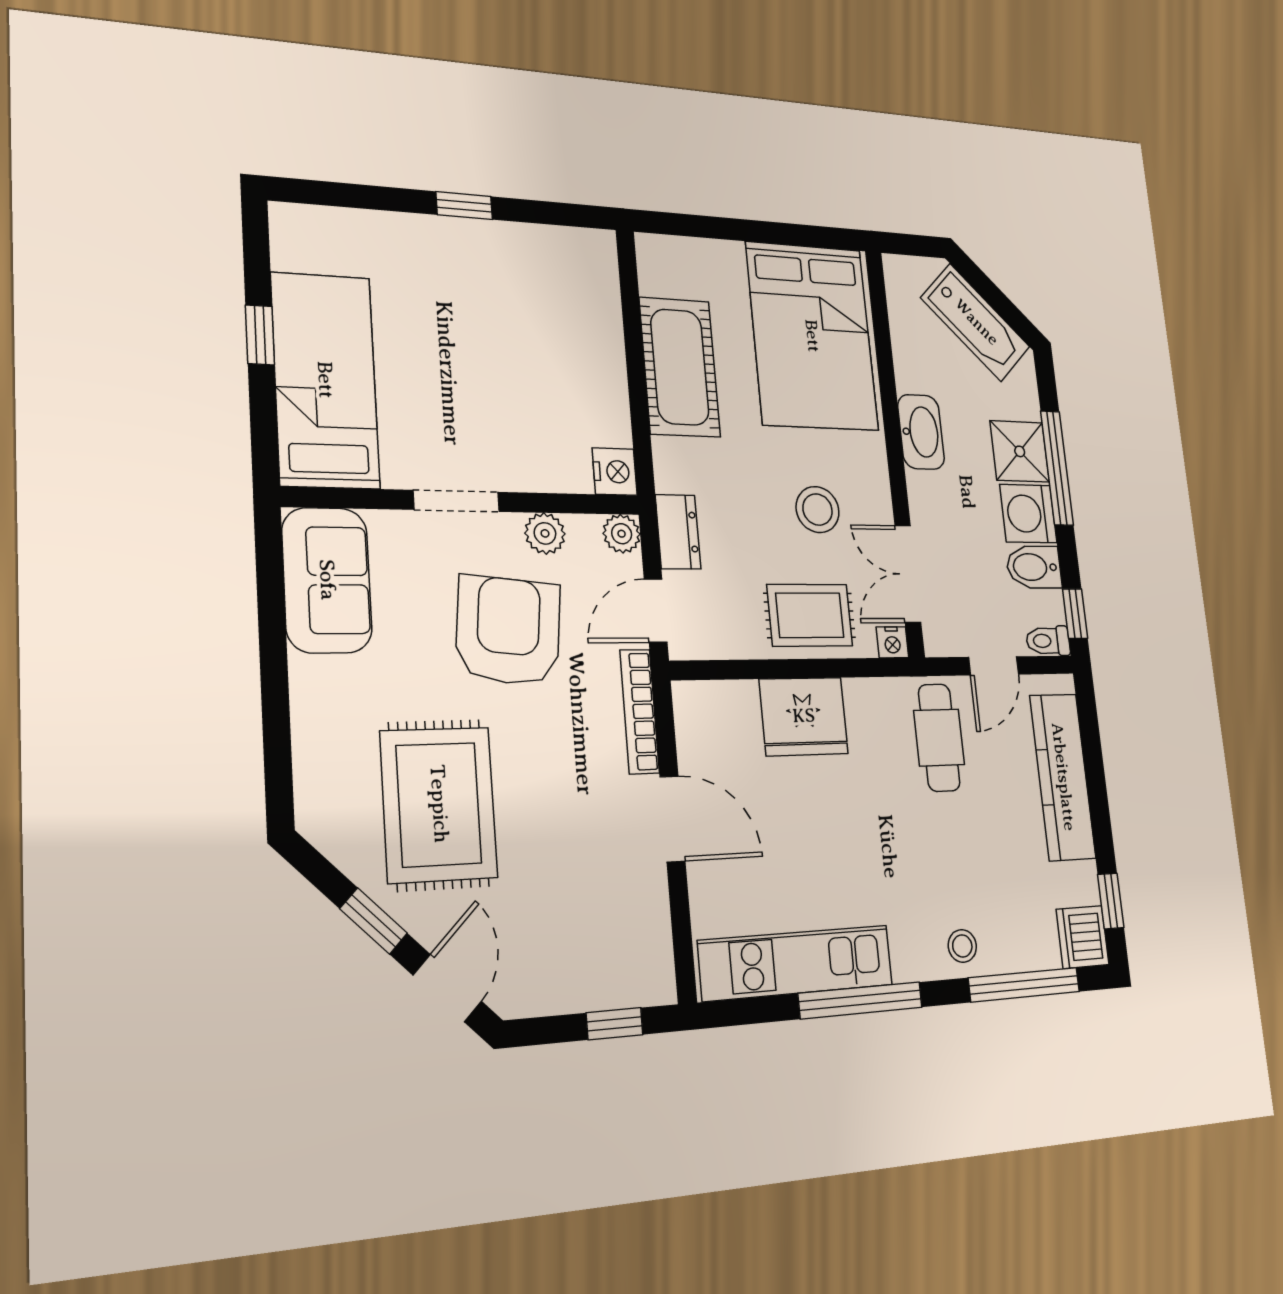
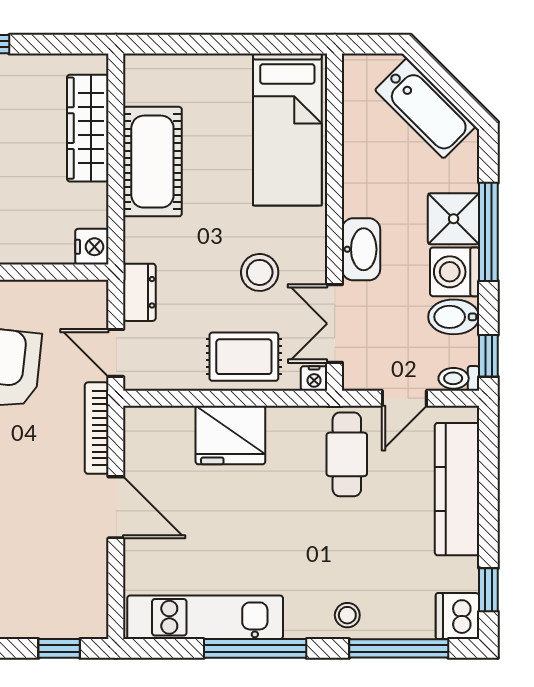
wardrobe: (598, 321) -> (88, 128), added
bed: (812, 336) -> (287, 130), width x0.67
washbasin: (921, 432) -> (361, 249), moved
plant: (545, 533) -> (33, 295), removed
plant: (622, 534) -> (93, 294), removed
door: (656, 611) -> (116, 353), hinge flipped

